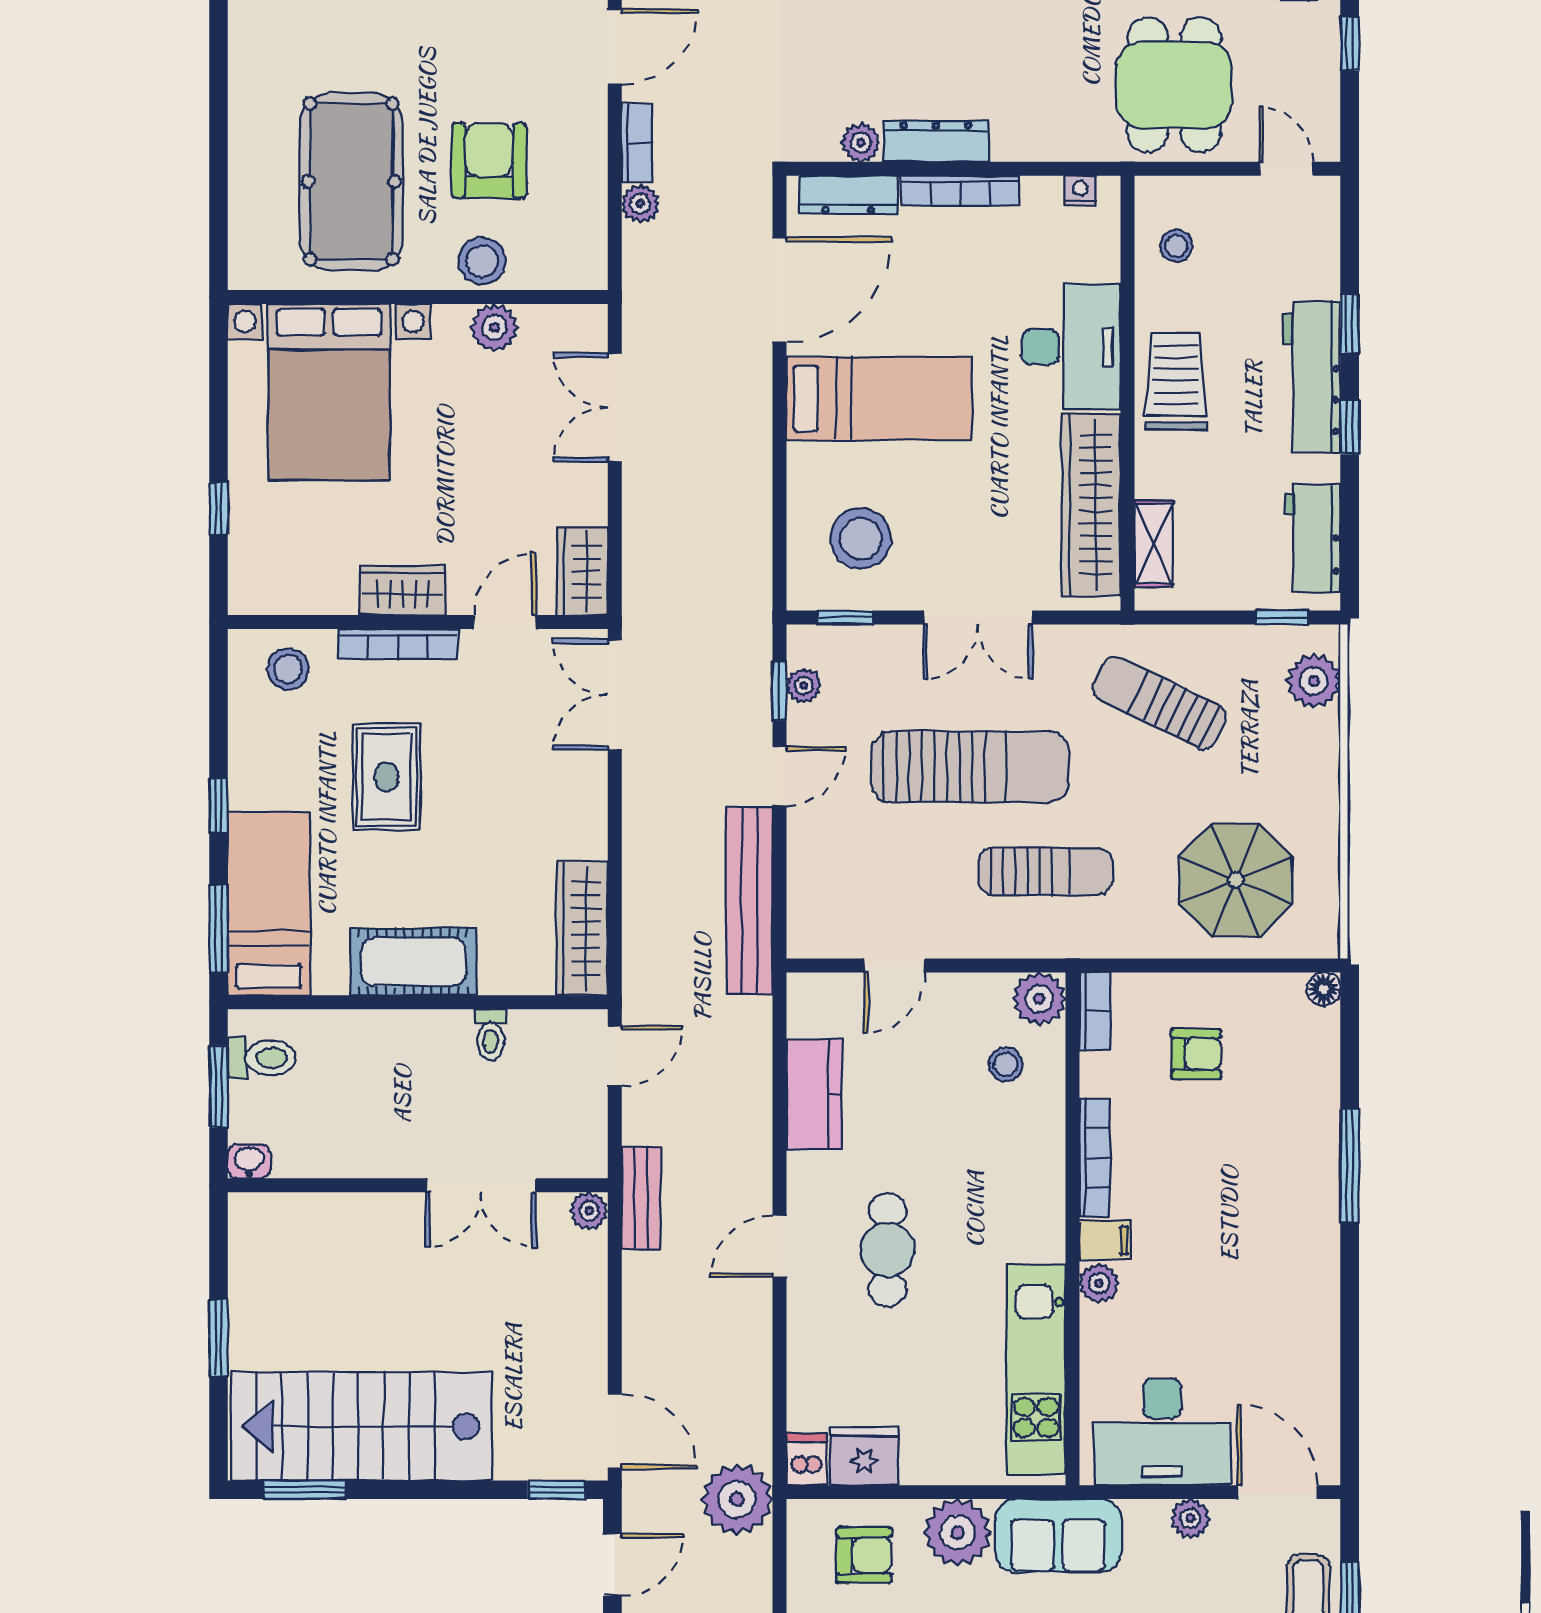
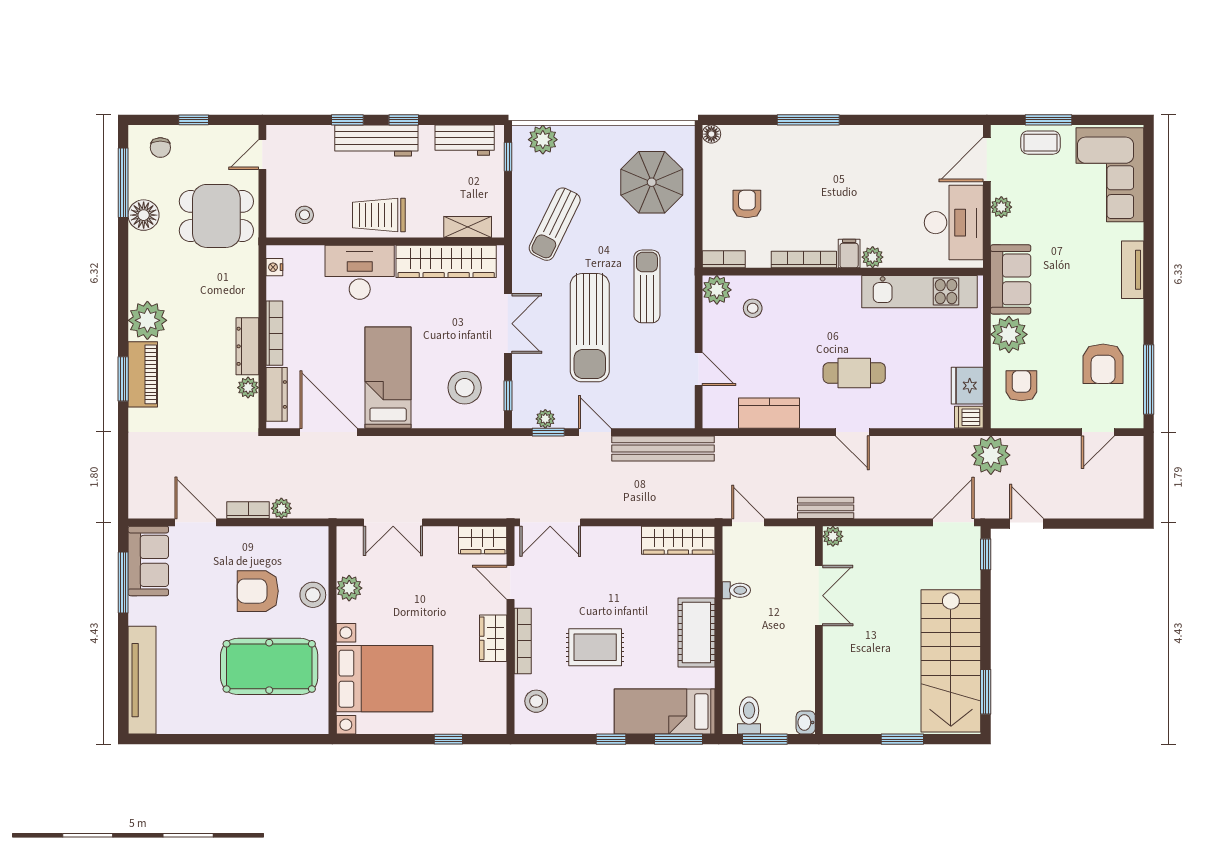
sun lounger: (970, 767) -> (590, 328), turned 180

